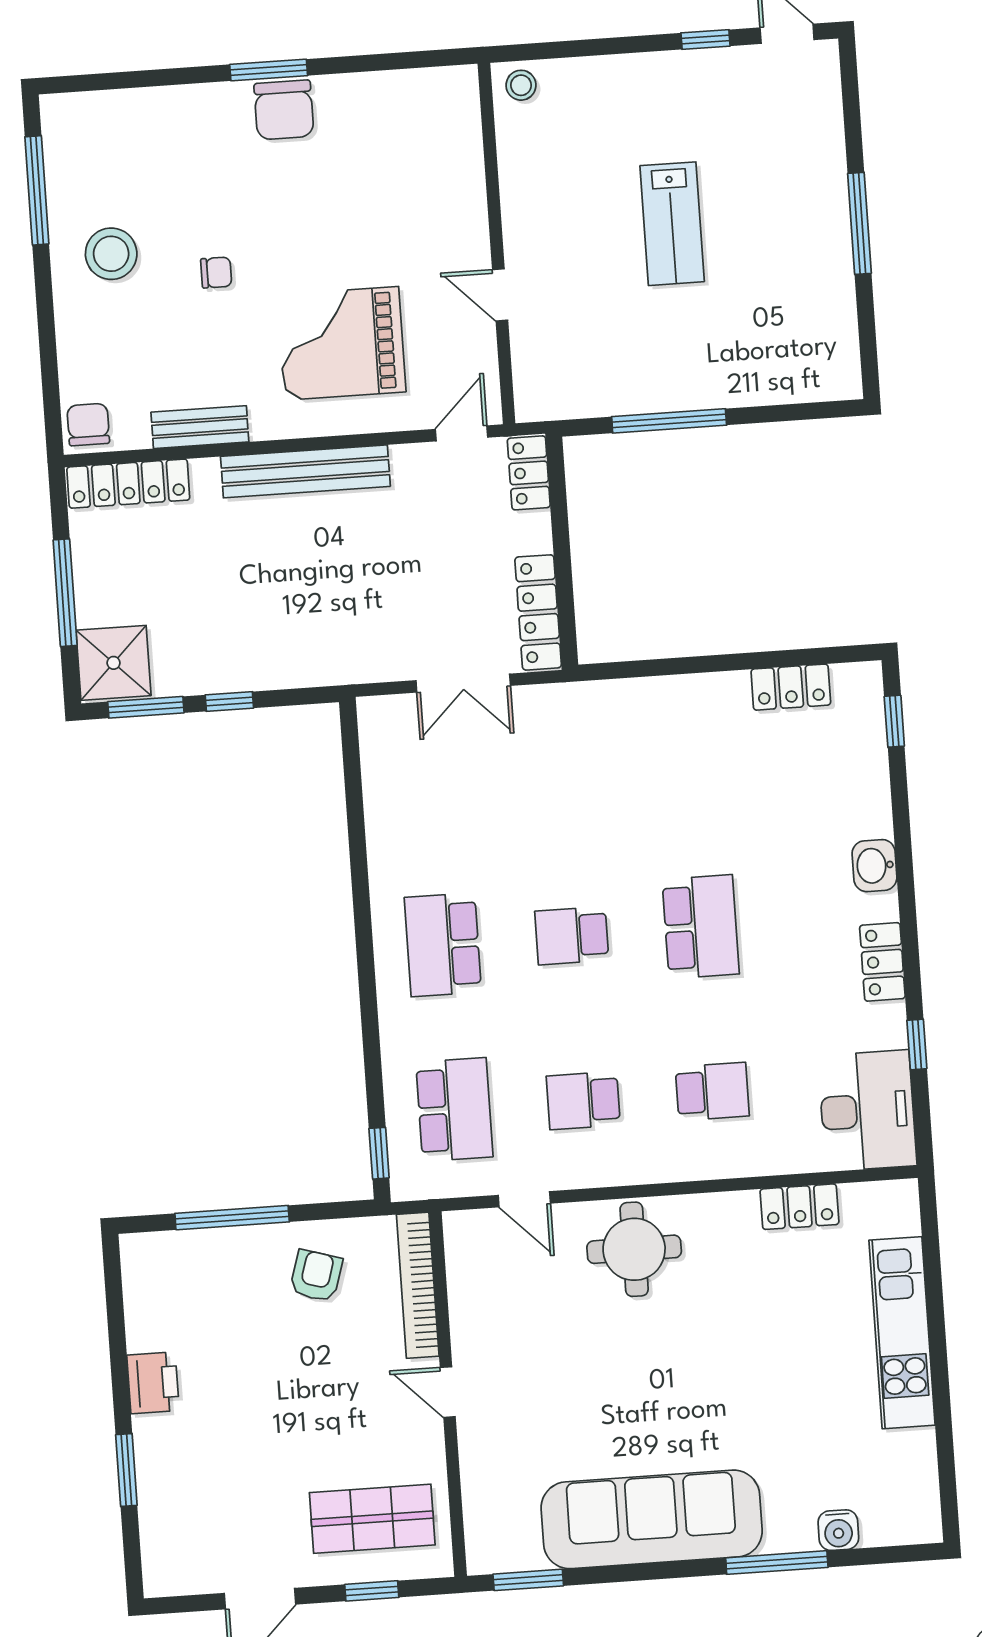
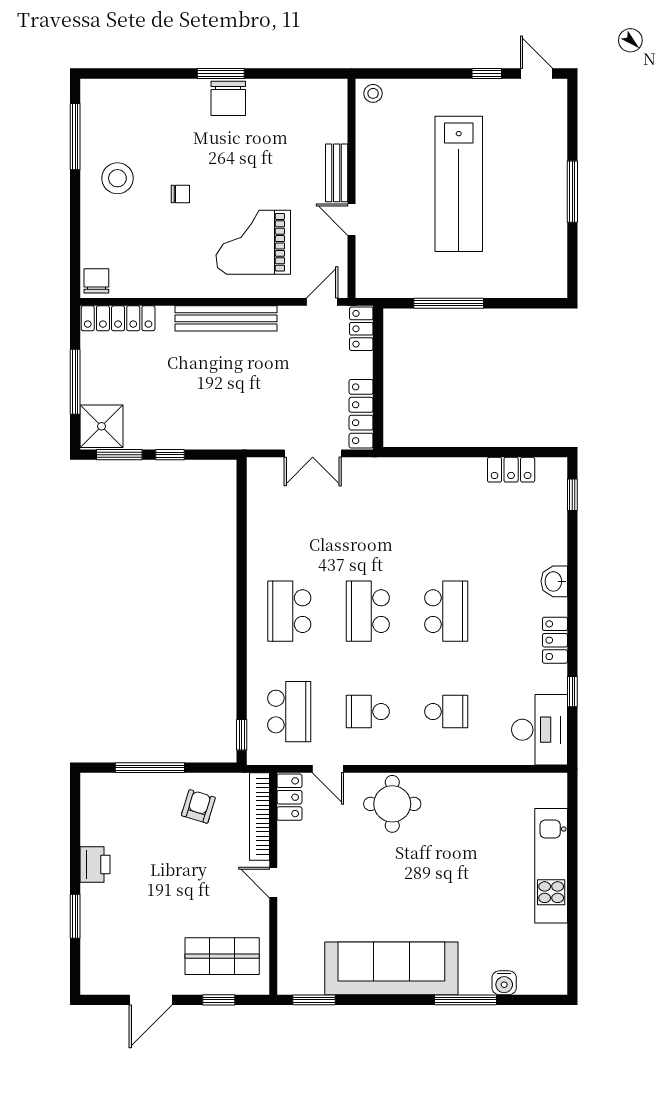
lab bench: (672, 224) -> (459, 184), width x1.86, depth x1.39
bench: (200, 427) -> (337, 173), moved, turned 90
school desk: (572, 936) -> (368, 611), width x1.85
locker: (799, 1207) -> (289, 797), moved, turned -90

